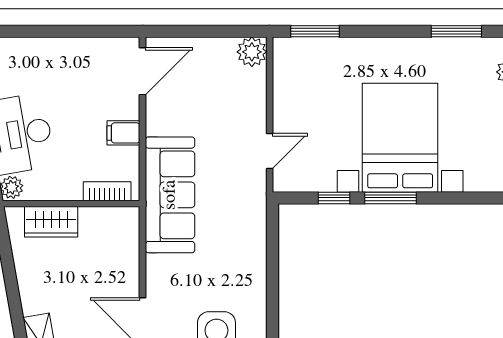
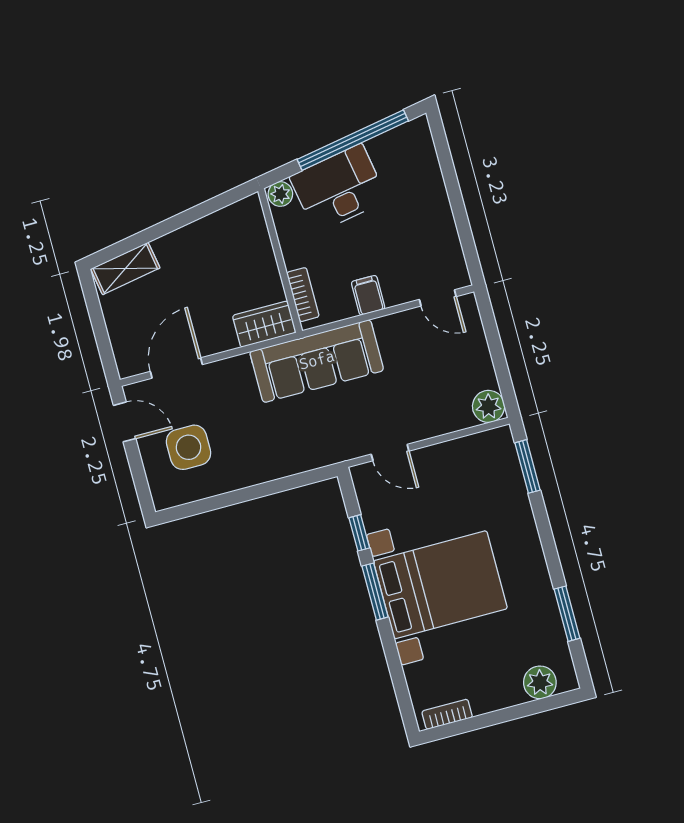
door: (142, 71) -> (438, 298), width x0.73
wardrobe: (51, 222) -> (264, 324), moved, turned 90

